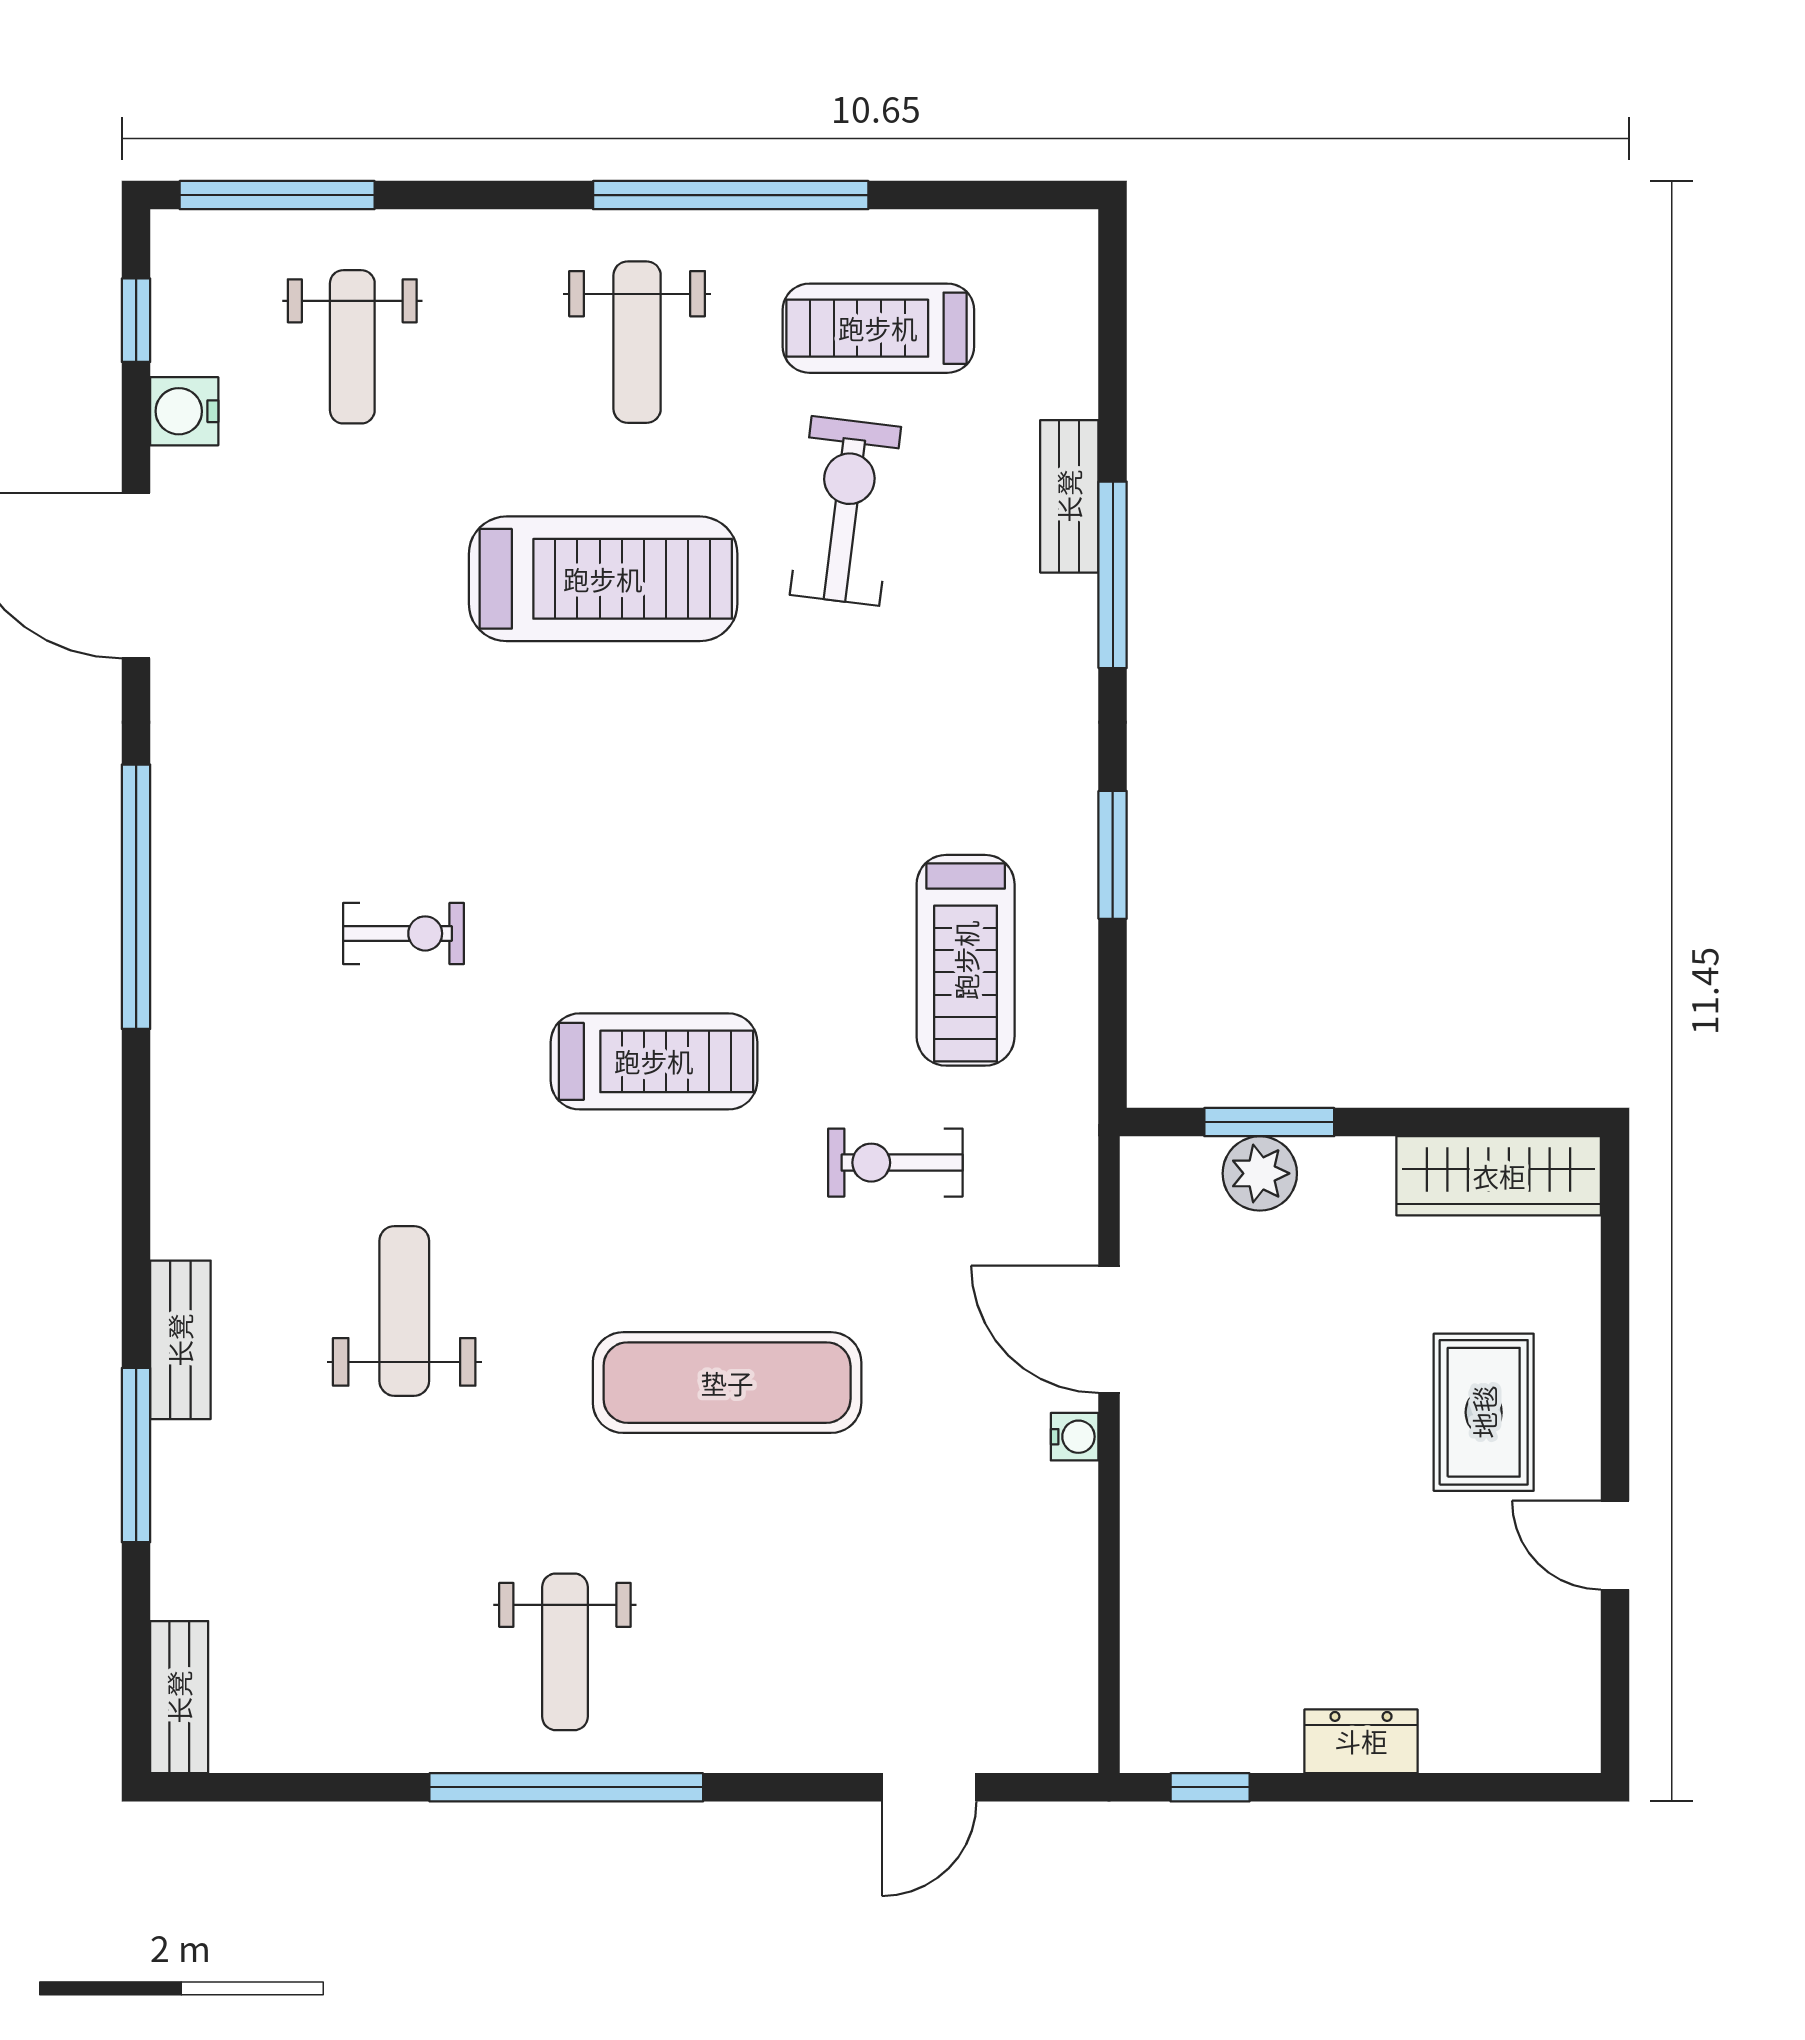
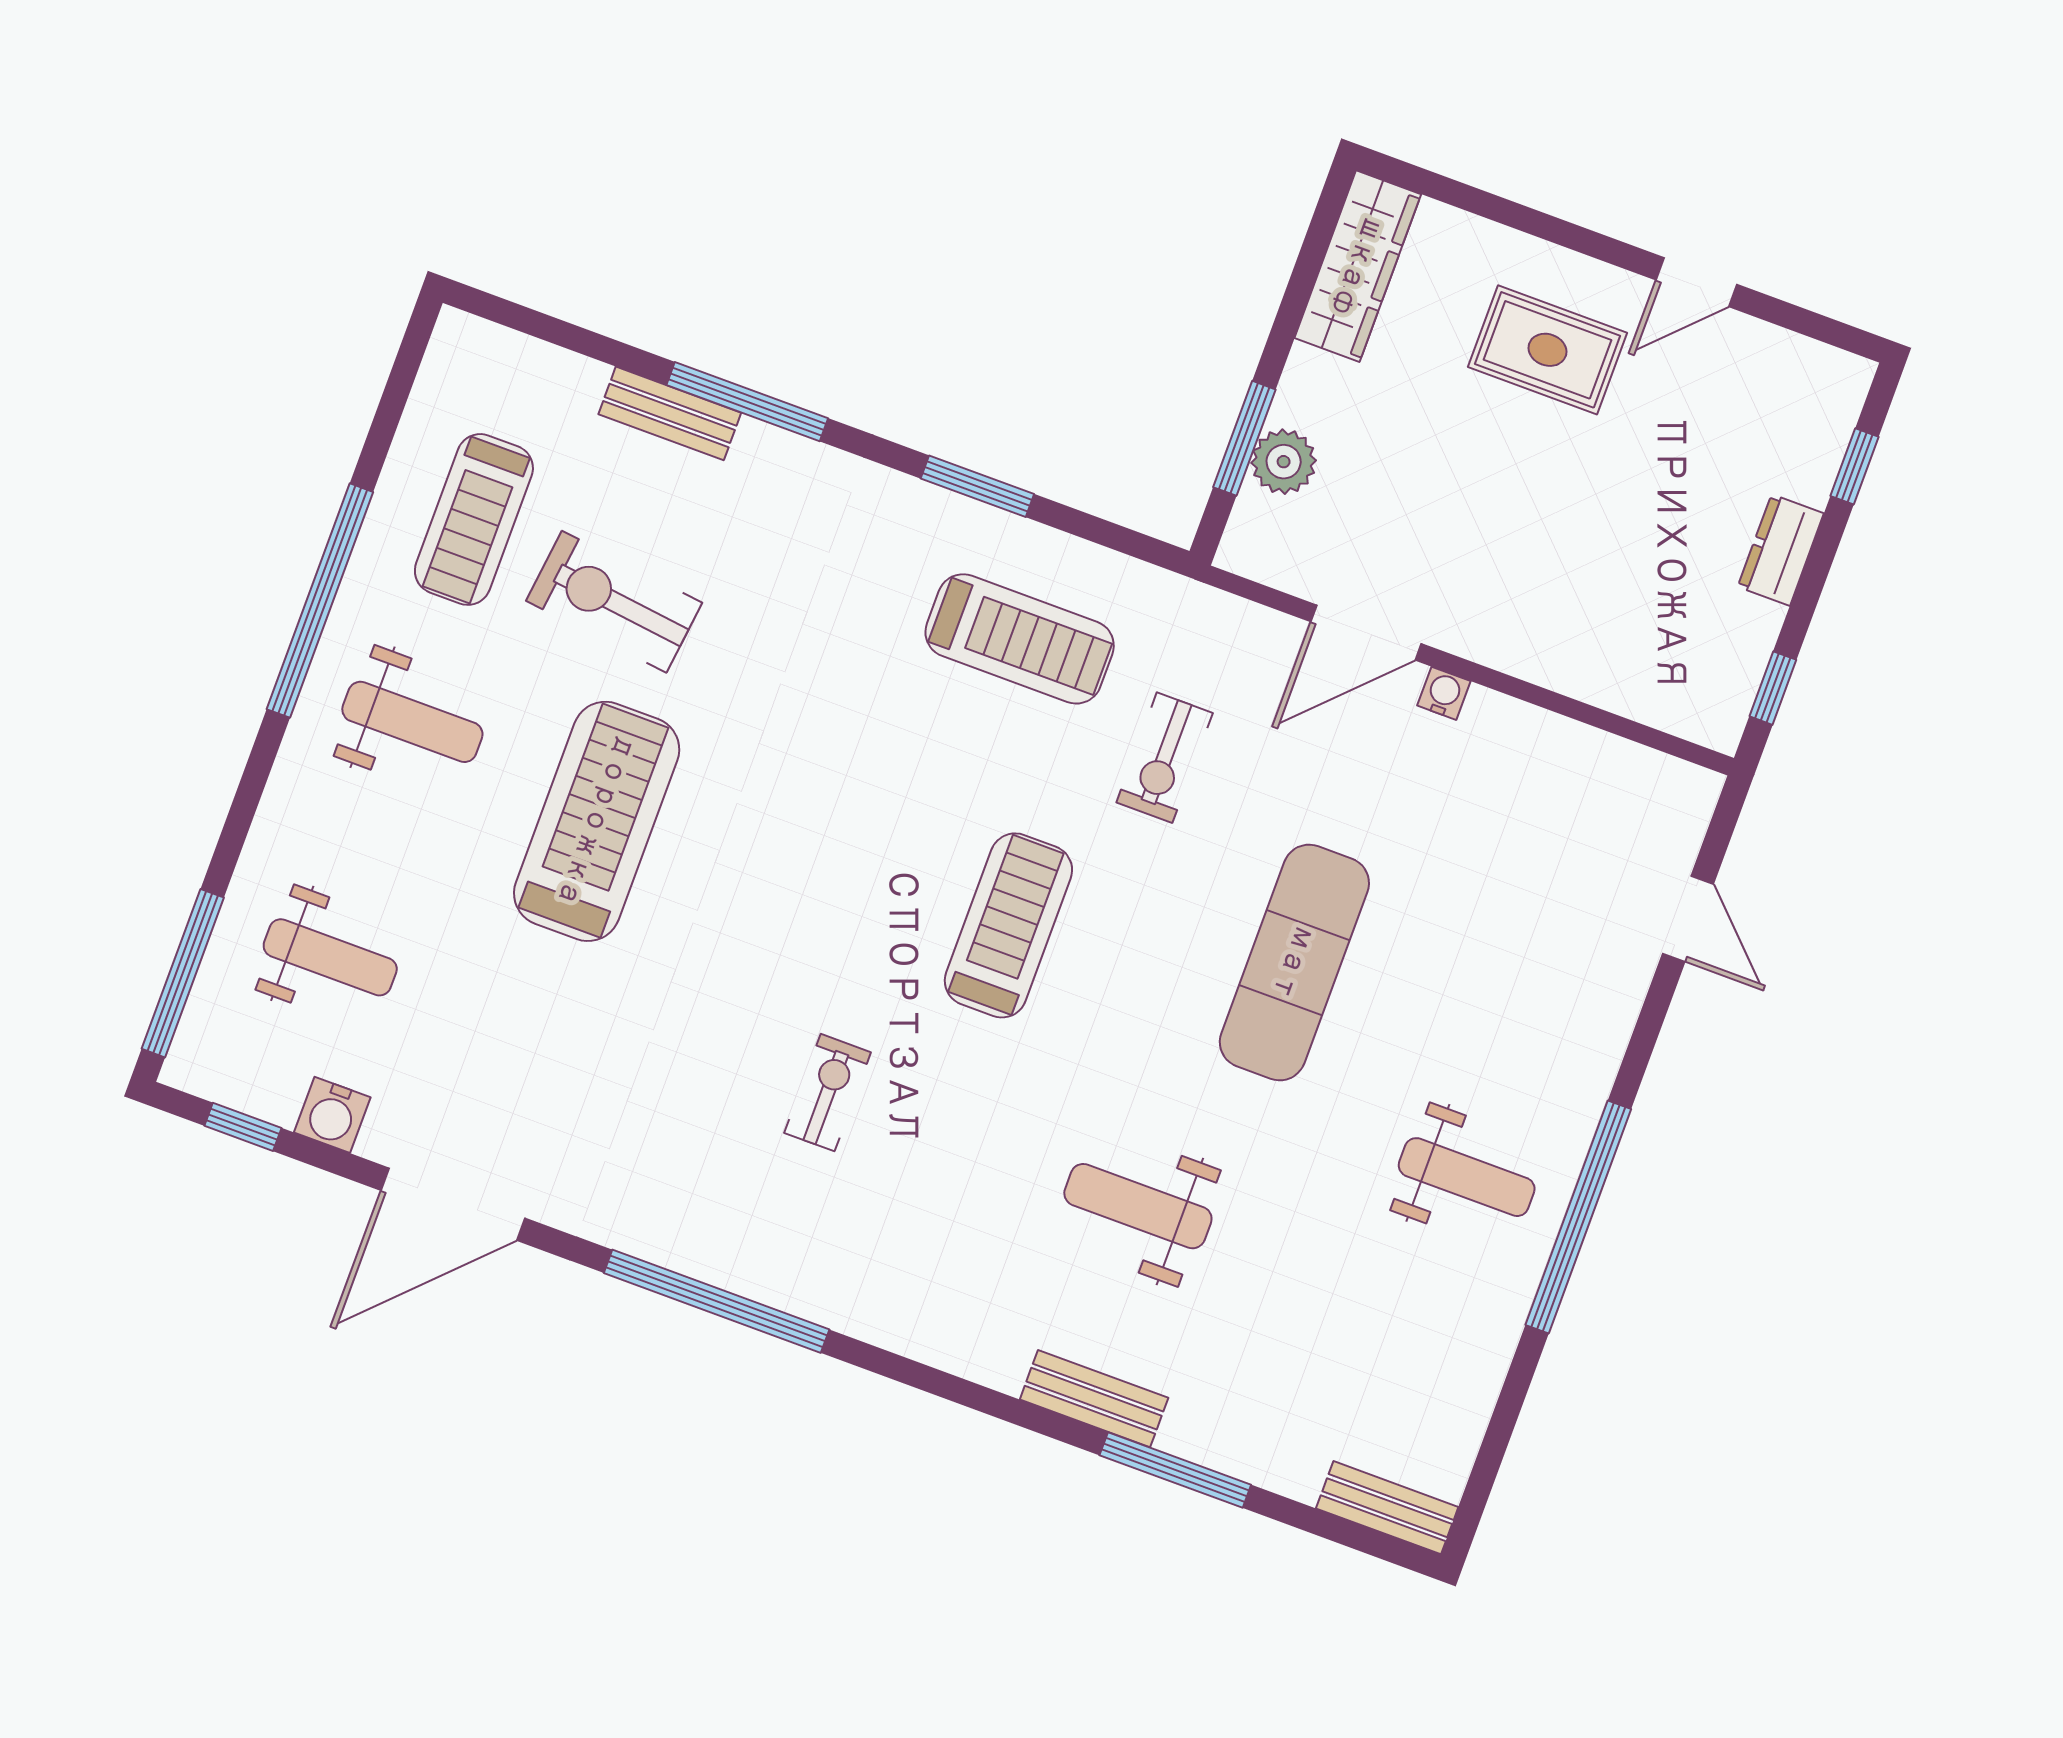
window: (1480, 1787) -> (1854, 466), added

